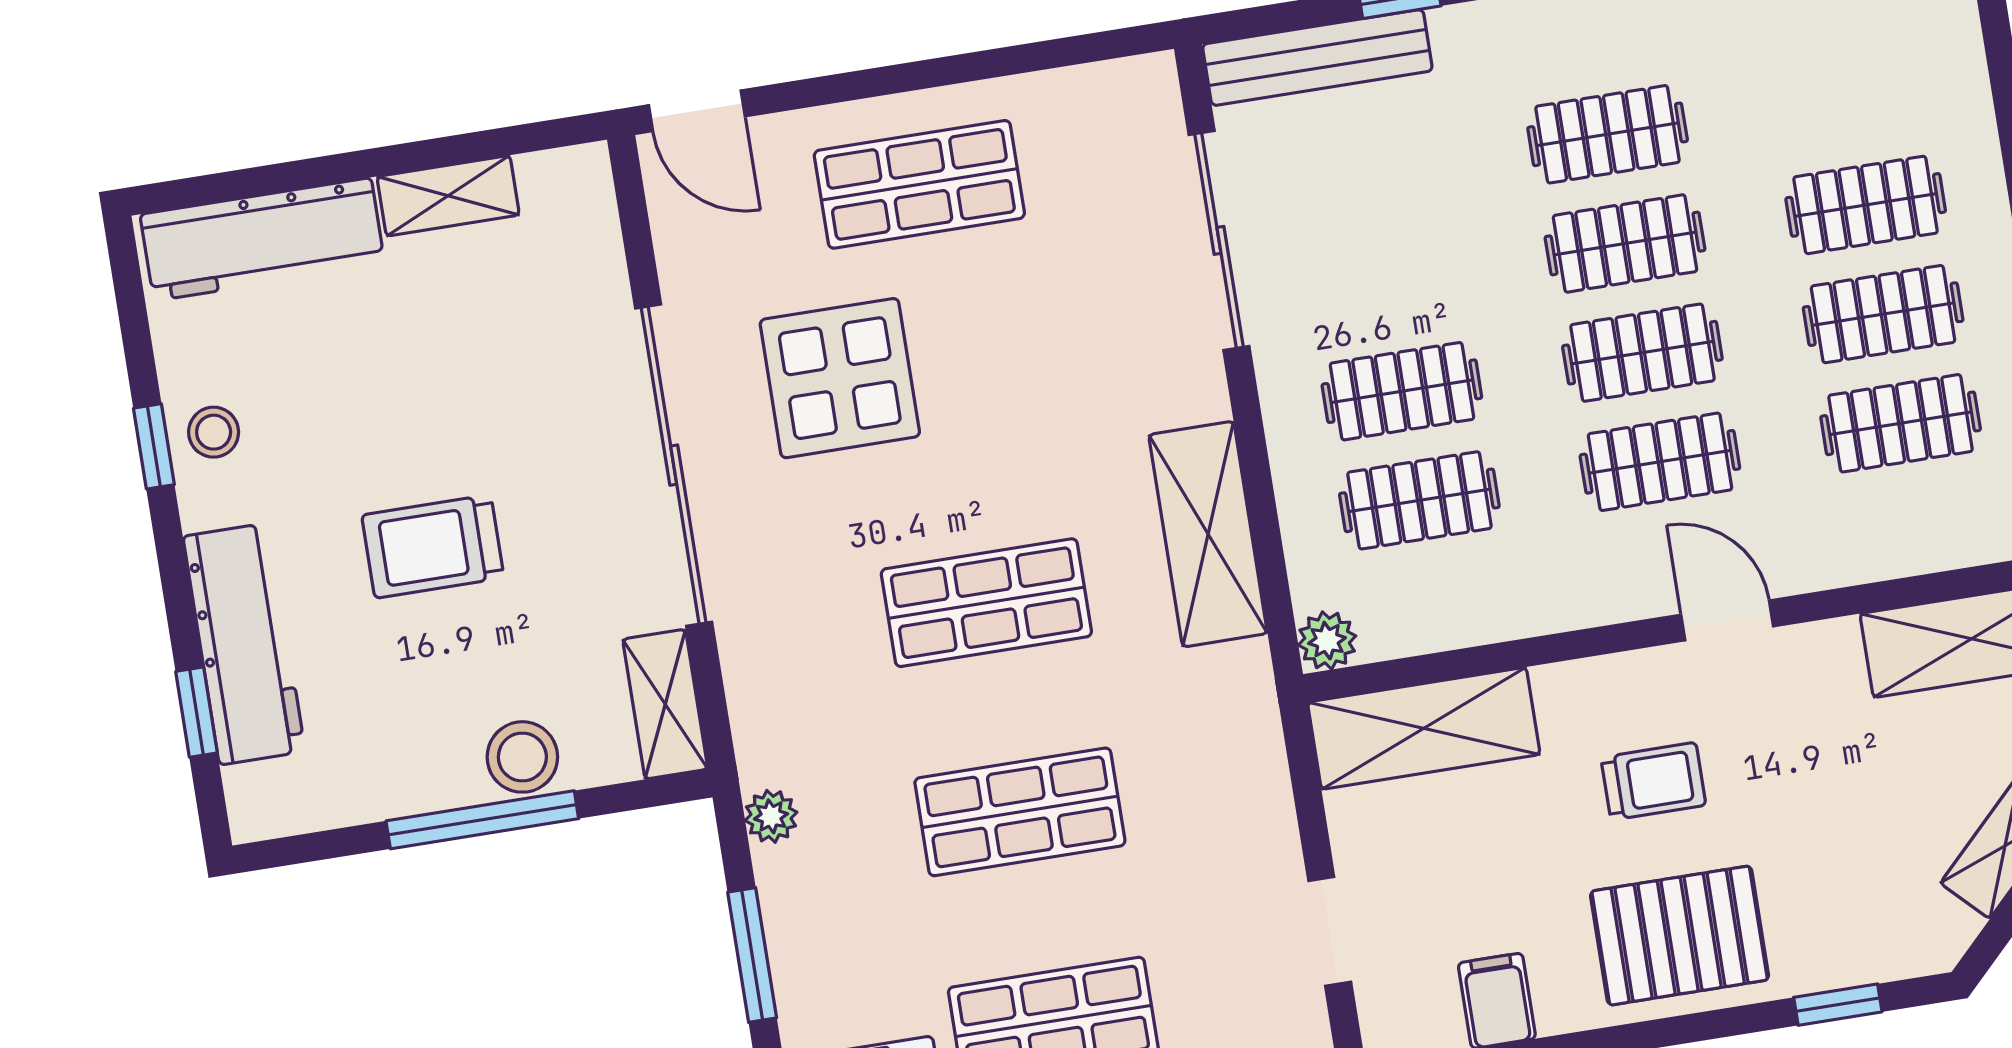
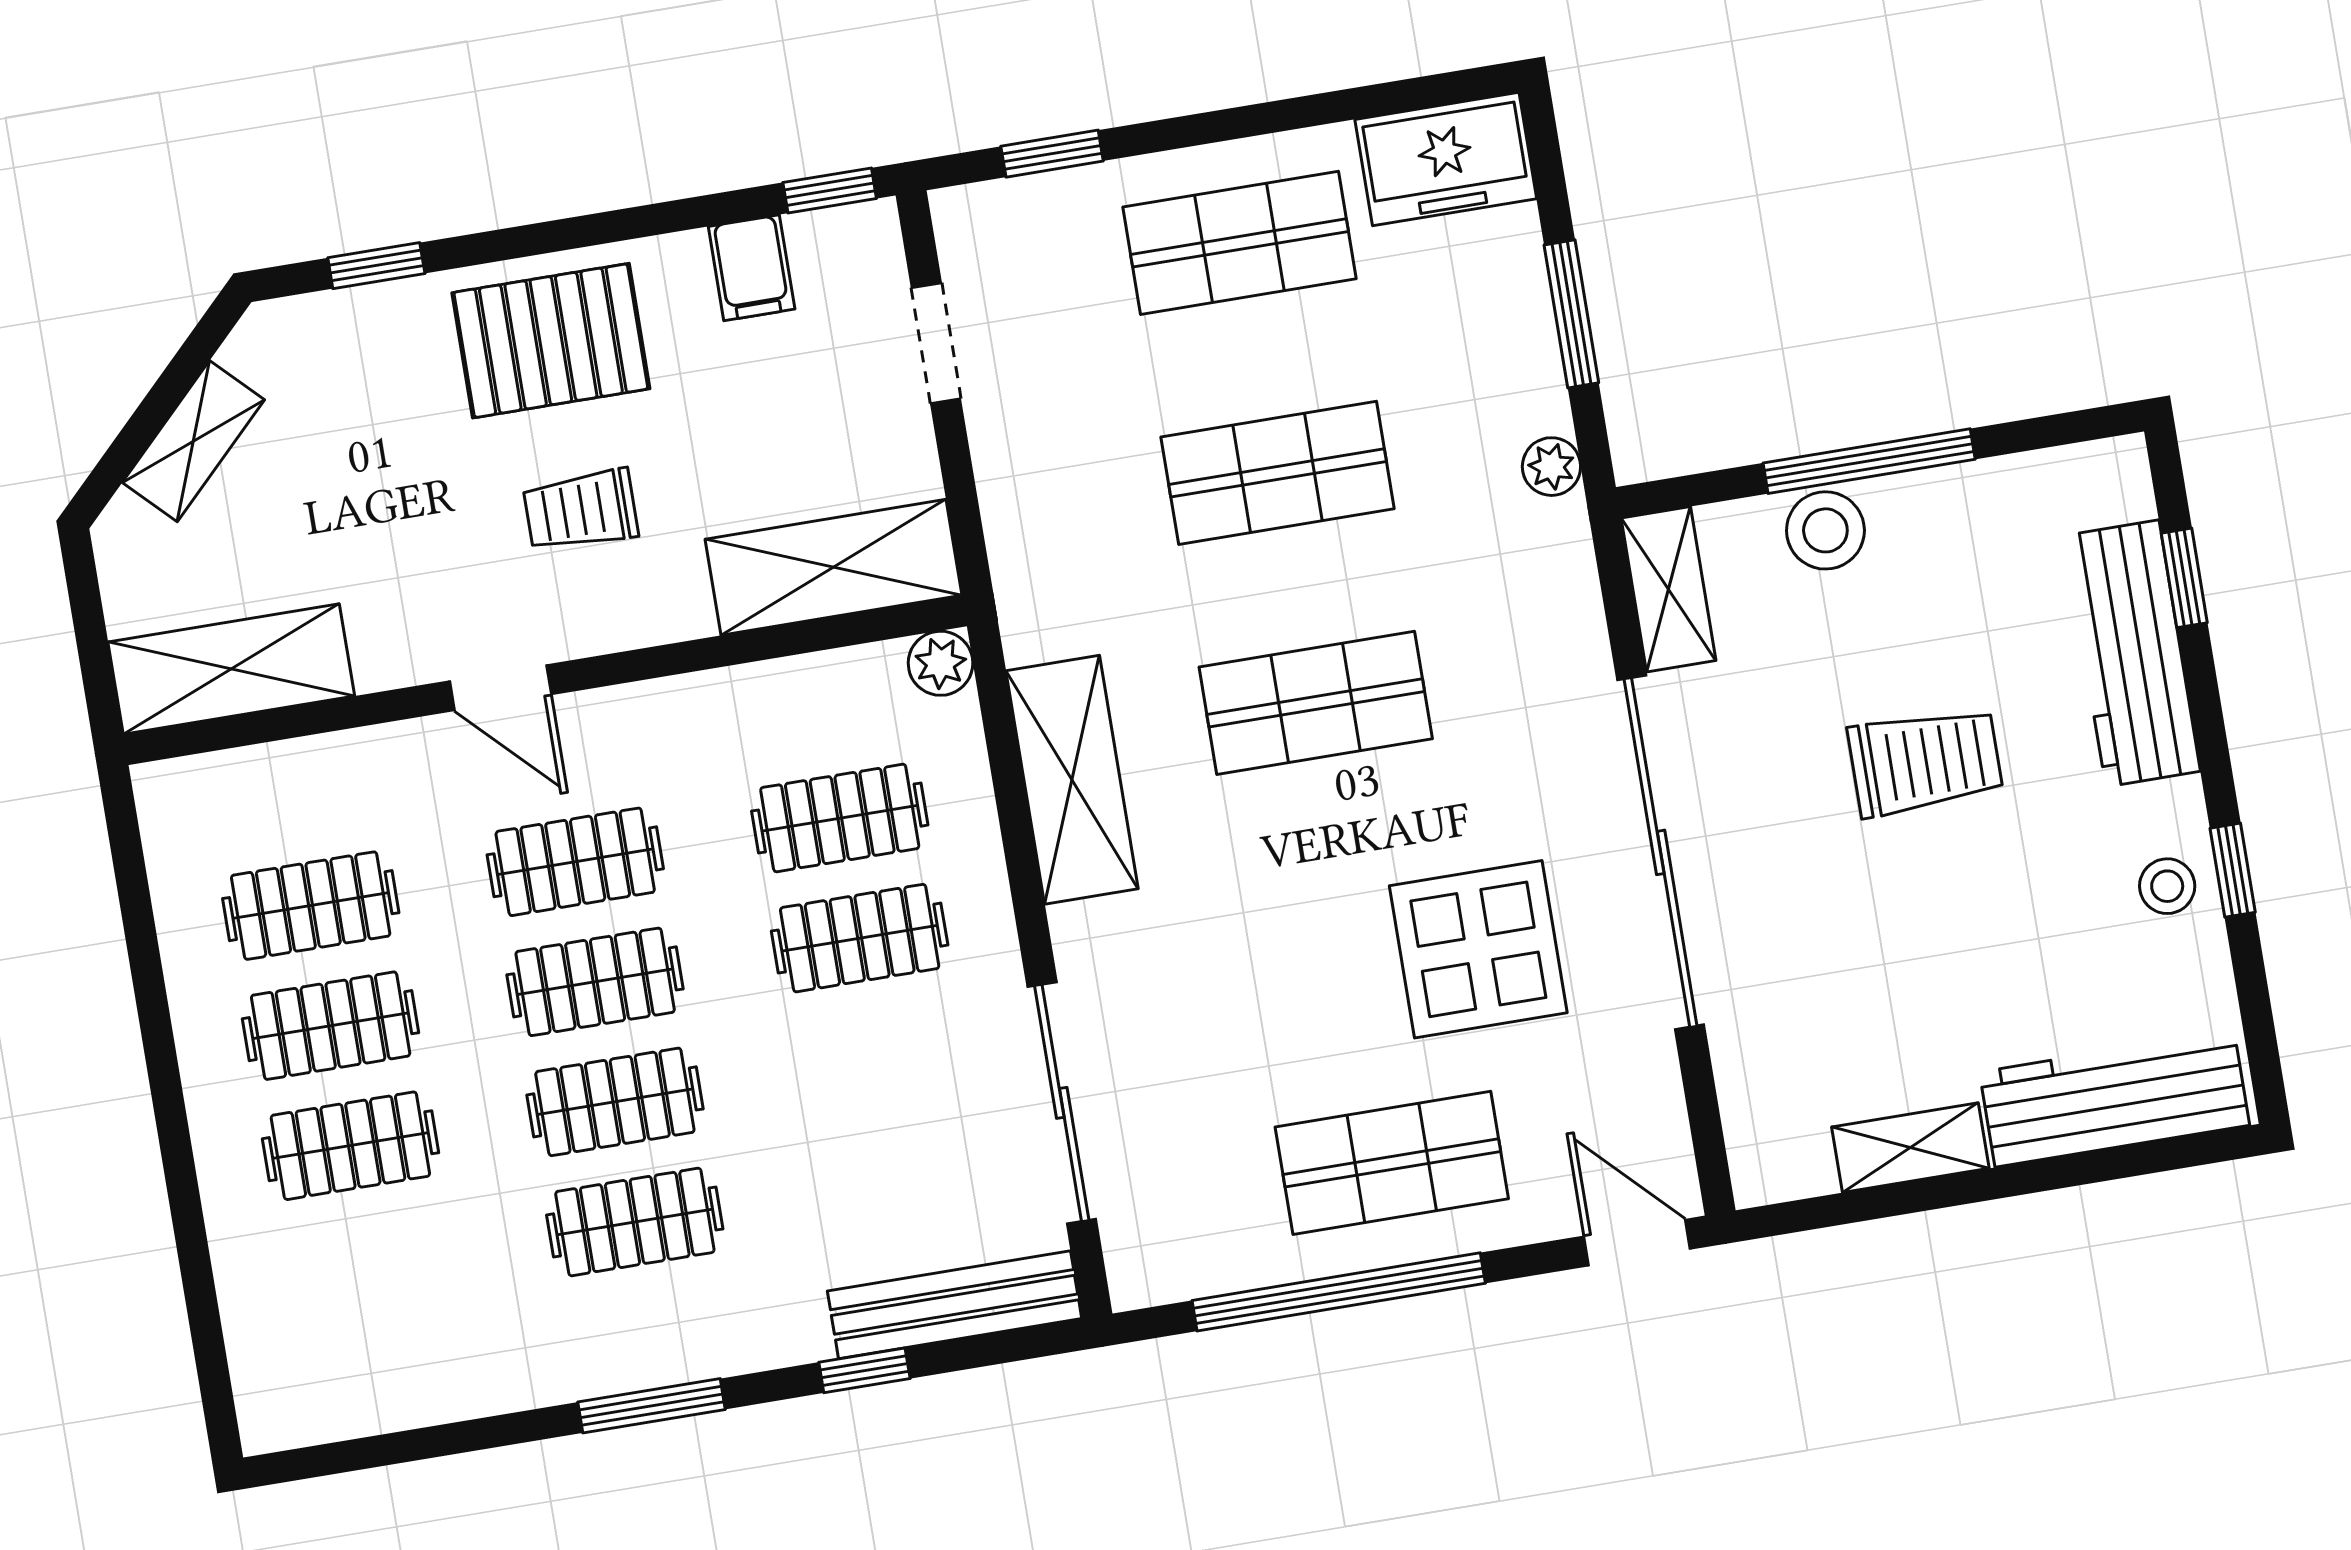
window: (968, 67) -> (1339, 1292), added

